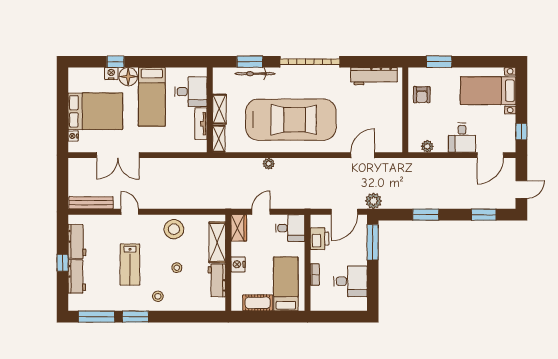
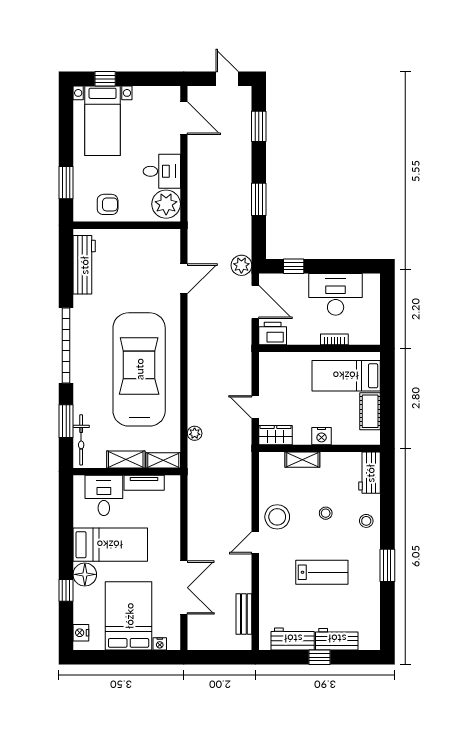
nightstand: (111, 73) -> (81, 633), moved
bicycle: (255, 74) -> (81, 440), moved
window: (521, 132) -> (105, 79), moved
desk: (462, 138) -> (162, 171), moved
plant: (427, 146) -> (166, 204), width x1.88, depth x1.88
door: (363, 155) -> (184, 279), swing flipped
plant: (269, 164) -> (195, 433), moved
bench: (91, 203) -> (244, 614), width x0.73
door: (130, 212) -> (255, 543), moved
desk: (290, 228) -> (276, 370), removed
printer: (319, 239) -> (273, 333), moved
shelving: (217, 242) -> (302, 460), width x0.67, depth x0.75
window: (373, 242) -> (294, 266), width x0.46
workbench: (217, 280) -> (370, 473), moved, turned 90
desk: (350, 281) -> (336, 294), width x1.37
stool: (158, 296) -> (366, 521), moved
window: (97, 317) -> (387, 614), removed

